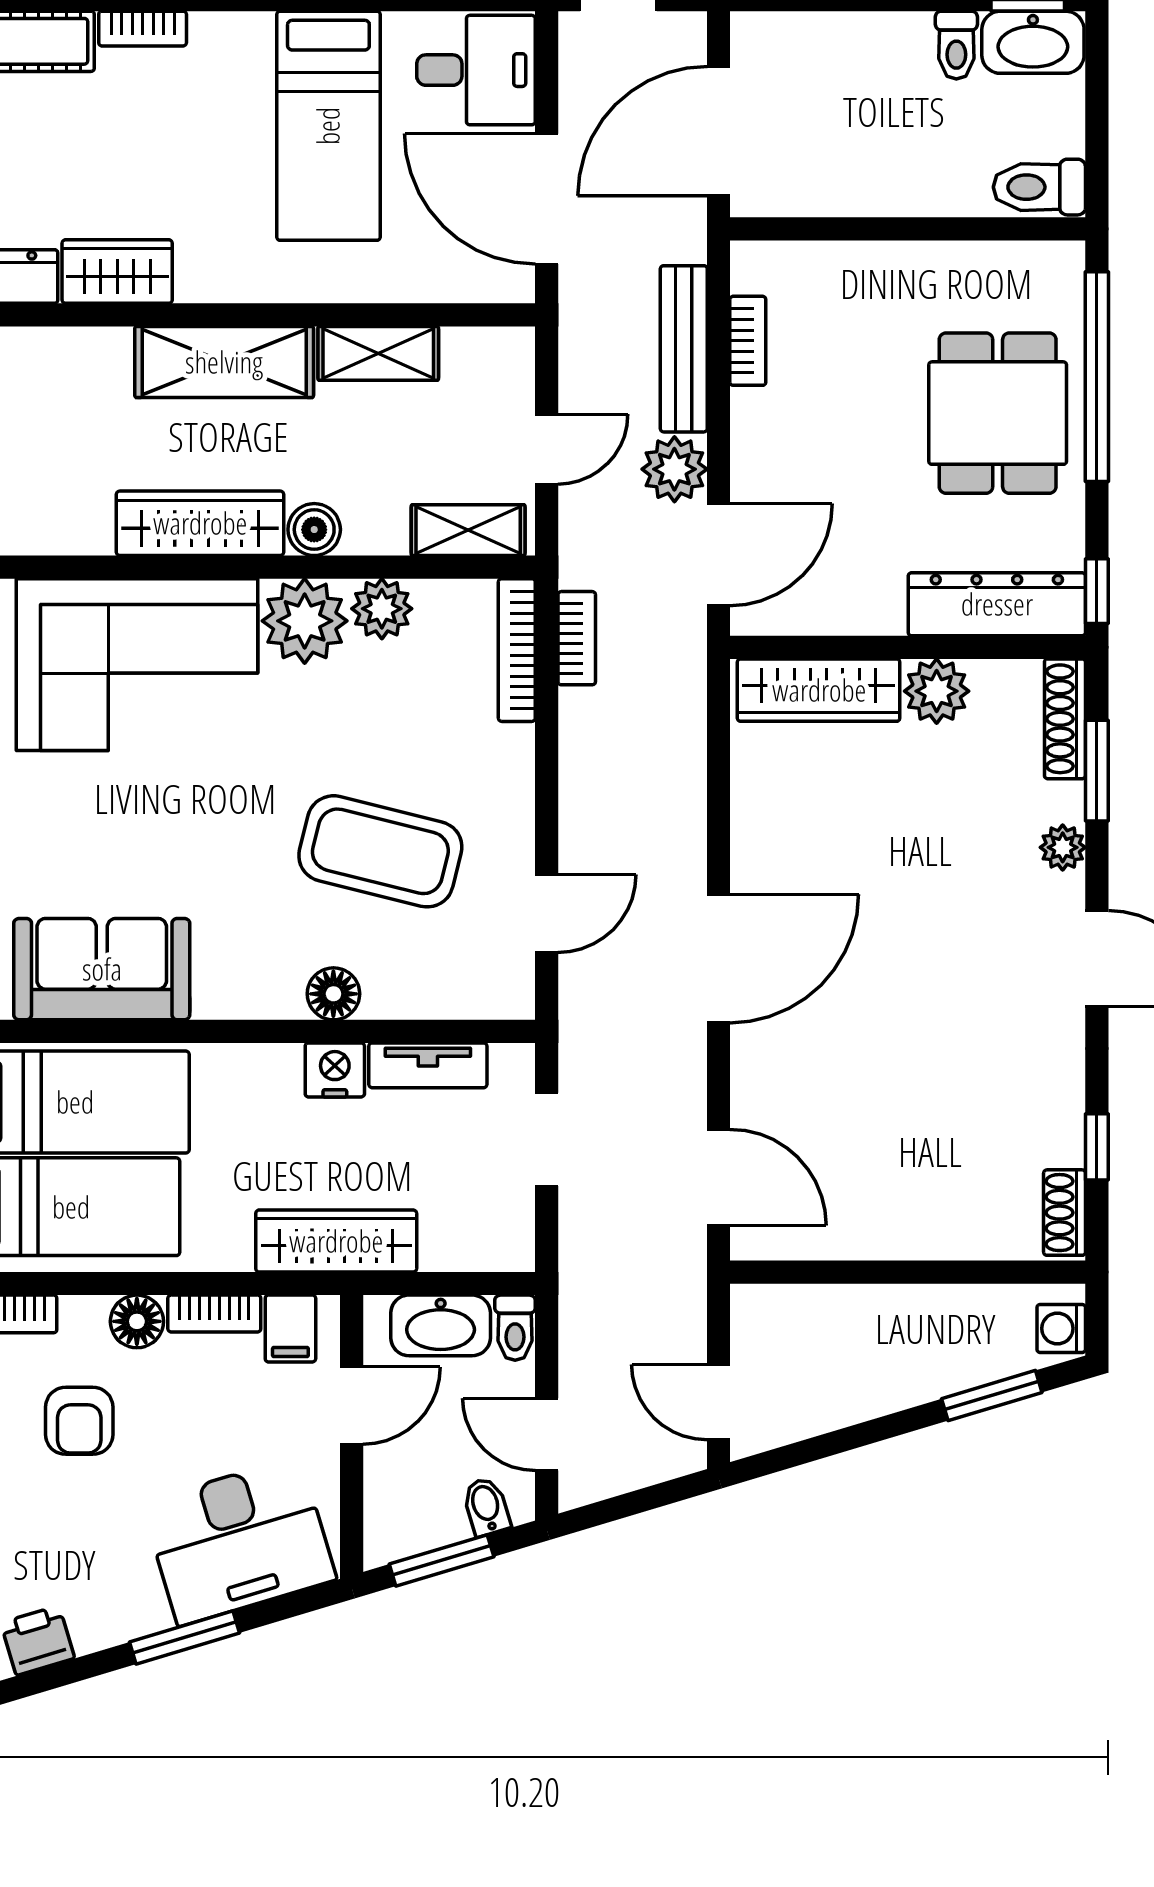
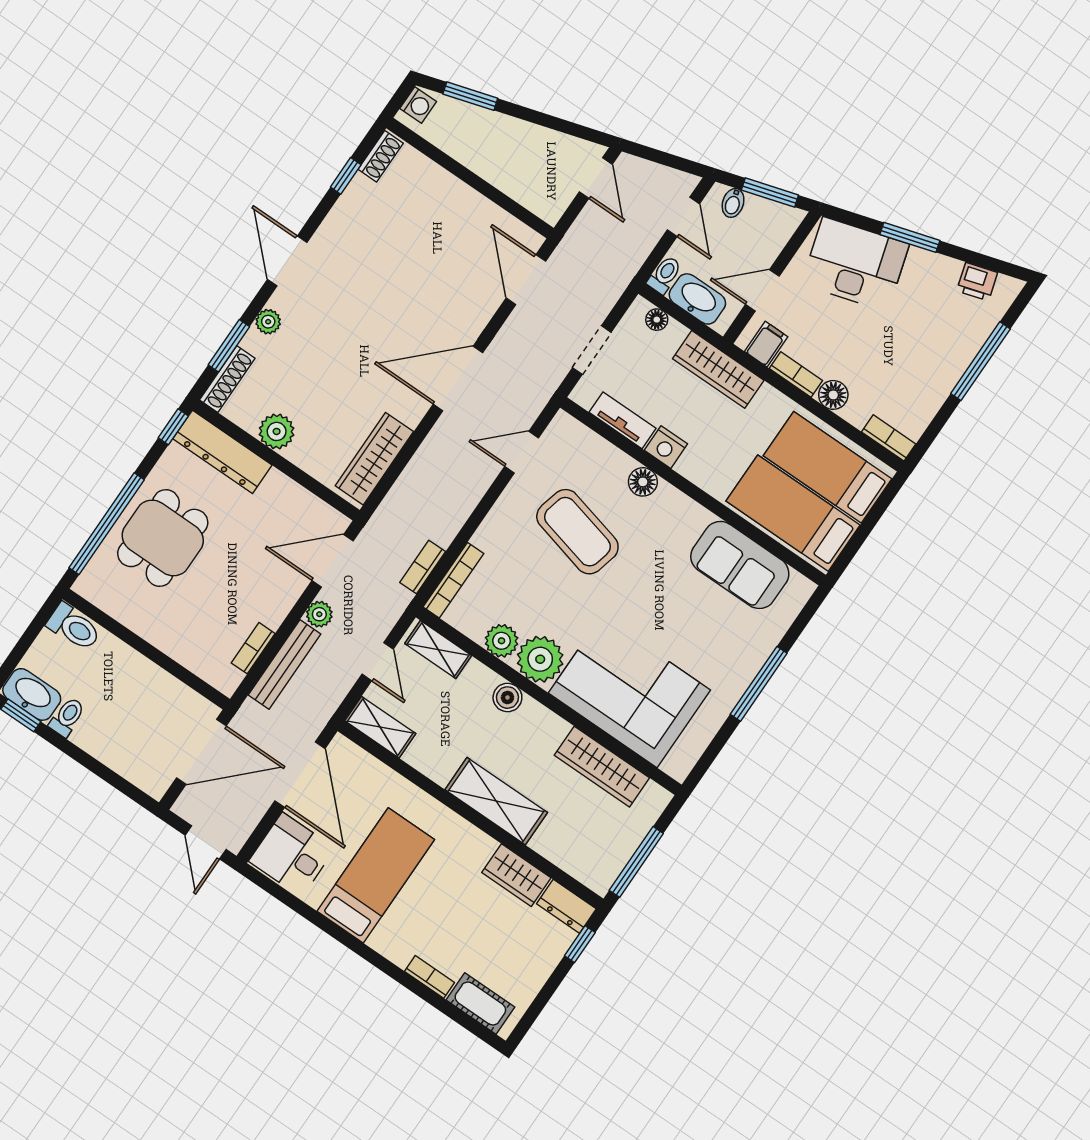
shelving: (378, 353) -> (380, 727), moved
door: (547, 449) -> (378, 662), swing flipped
plant: (674, 469) -> (319, 614), width x0.73, depth x0.73
wardrobe: (200, 523) -> (602, 767), moved
wardrobe: (819, 690) -> (374, 459), moved, turned -90
floor lamp: (480, 1252) -> (657, 320), added
armchair: (79, 1421) -> (890, 368), removed

